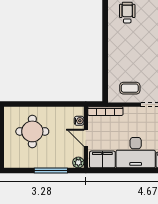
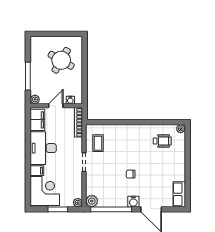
round table: (32, 131) -> (61, 60), turned 30

